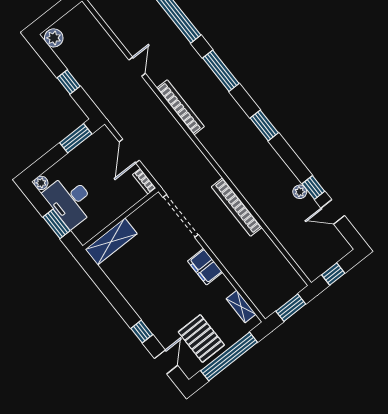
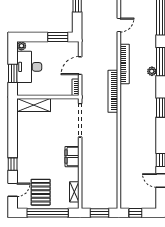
plant: (300, 192) -> (152, 71), moved
bookcase: (237, 207) -> (113, 91), moved

